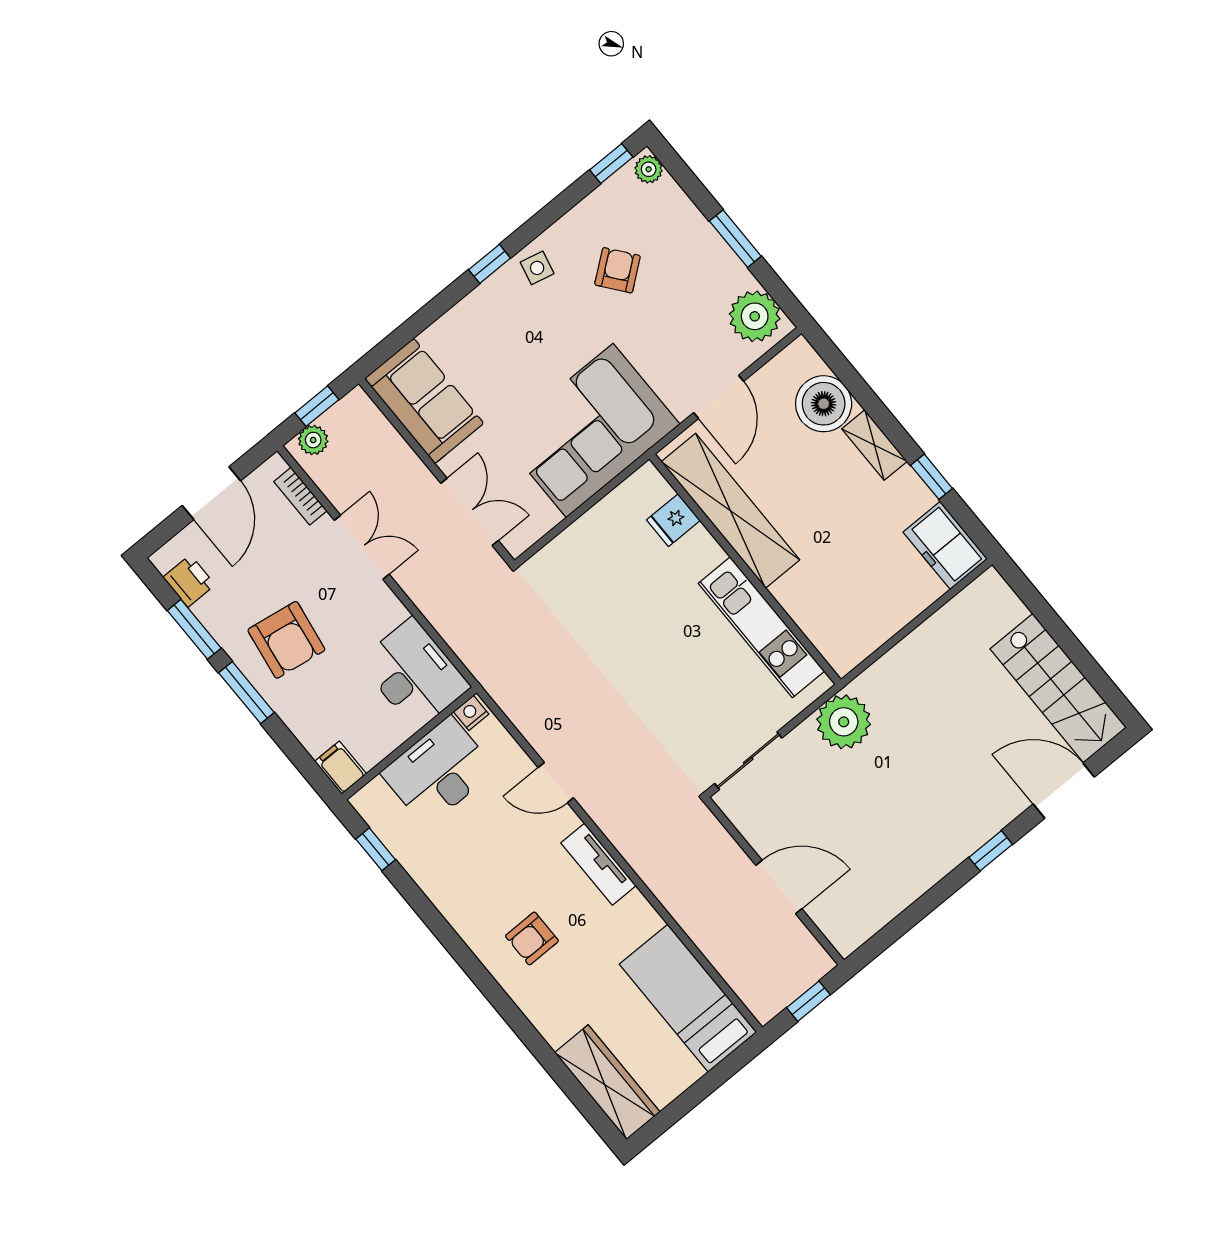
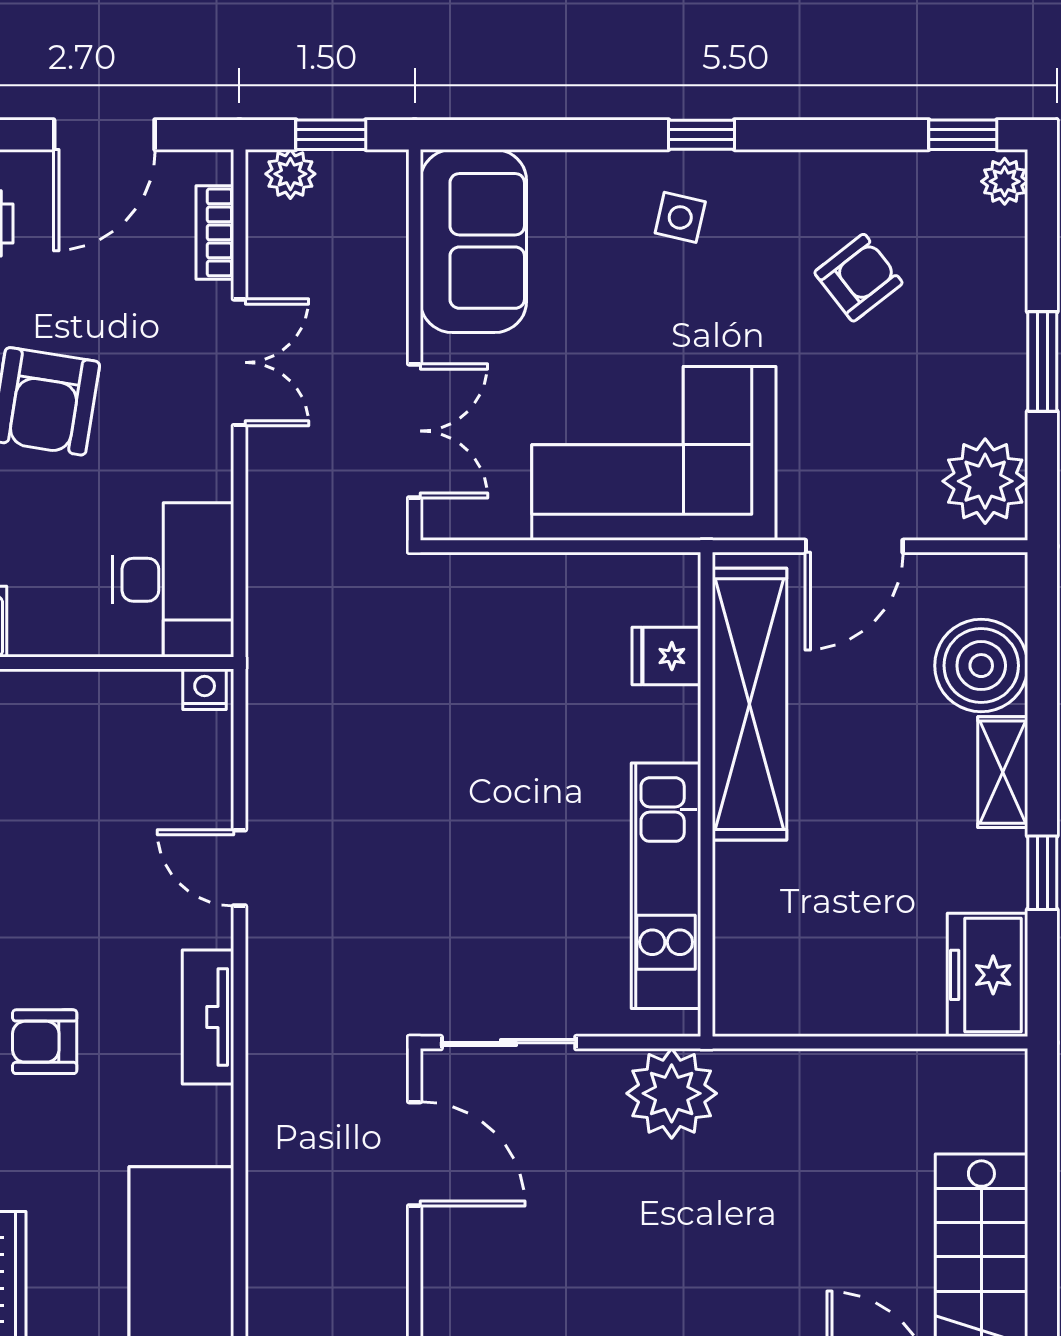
side table: (537, 268) -> (680, 217), moved
desk: (438, 771) -> (101, 730), removed
door: (779, 887) -> (415, 1154), moved

